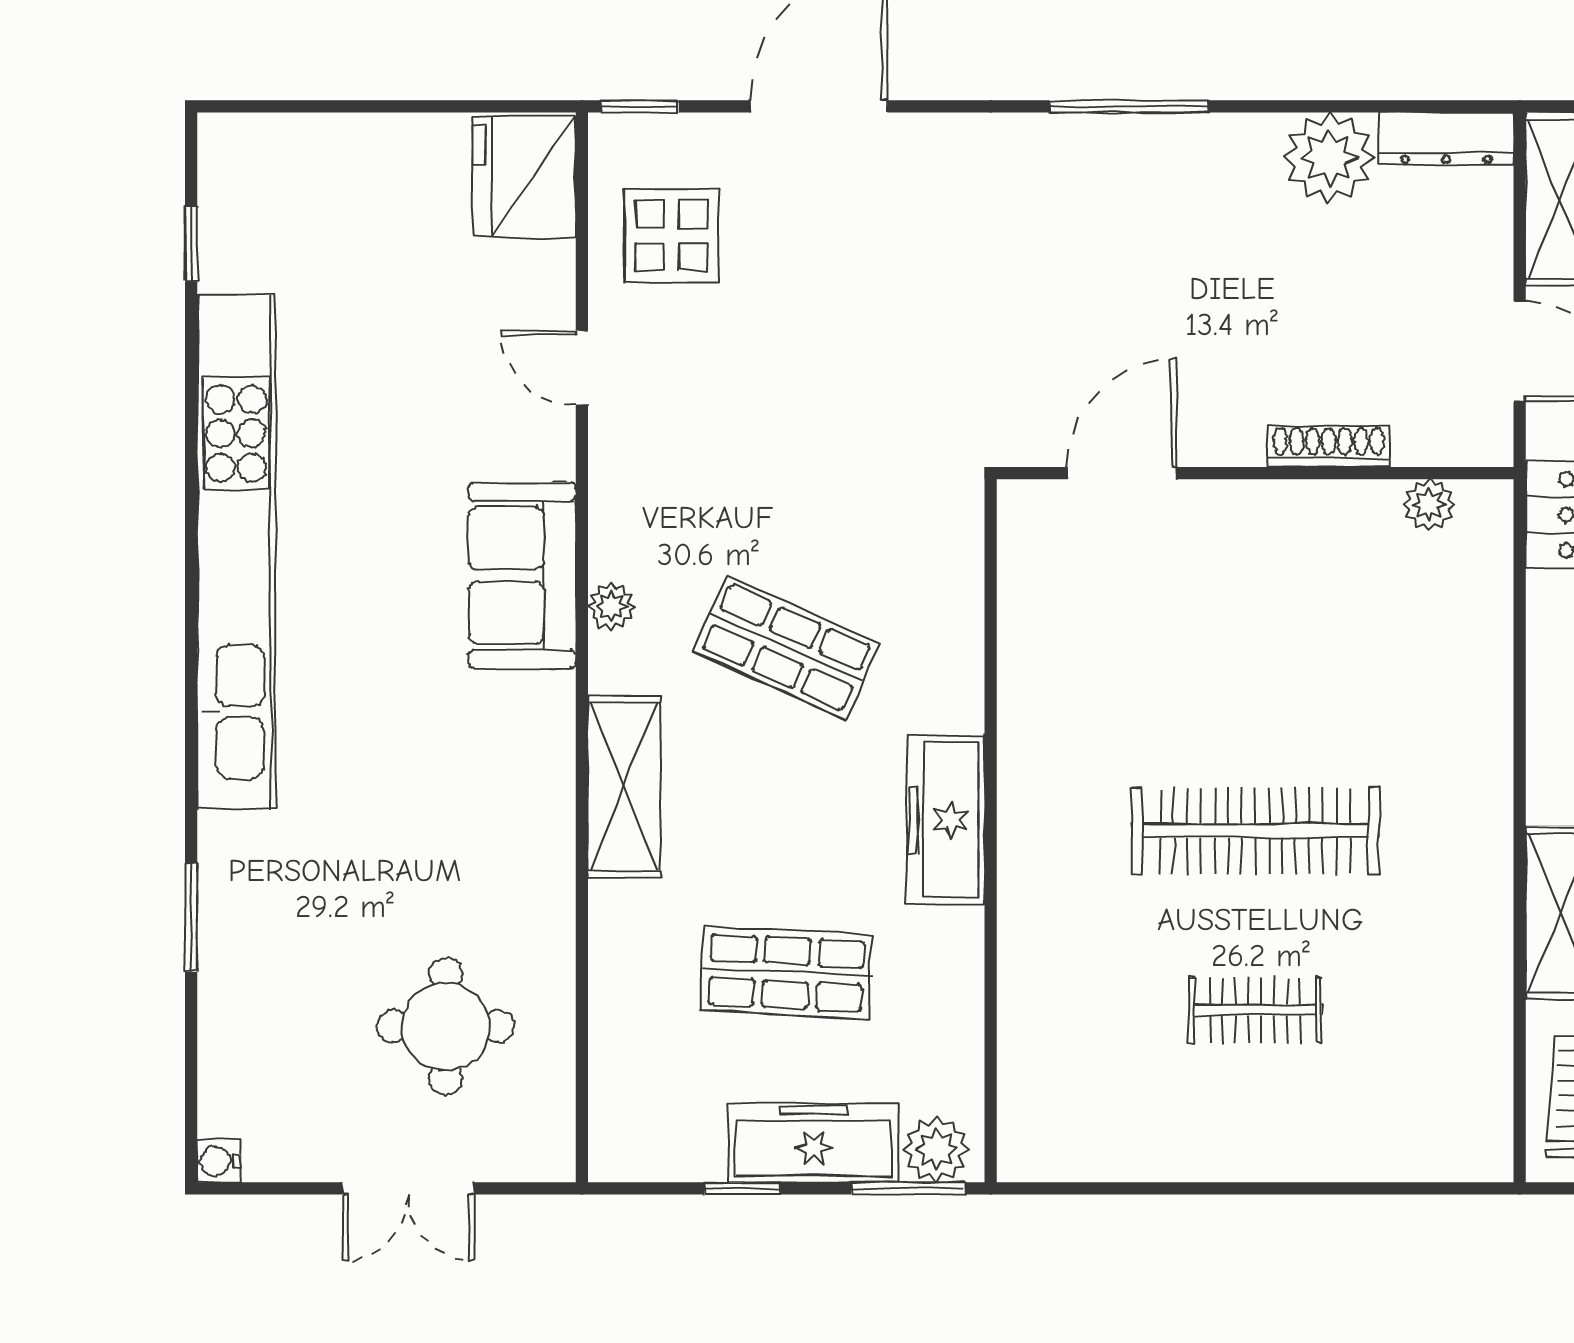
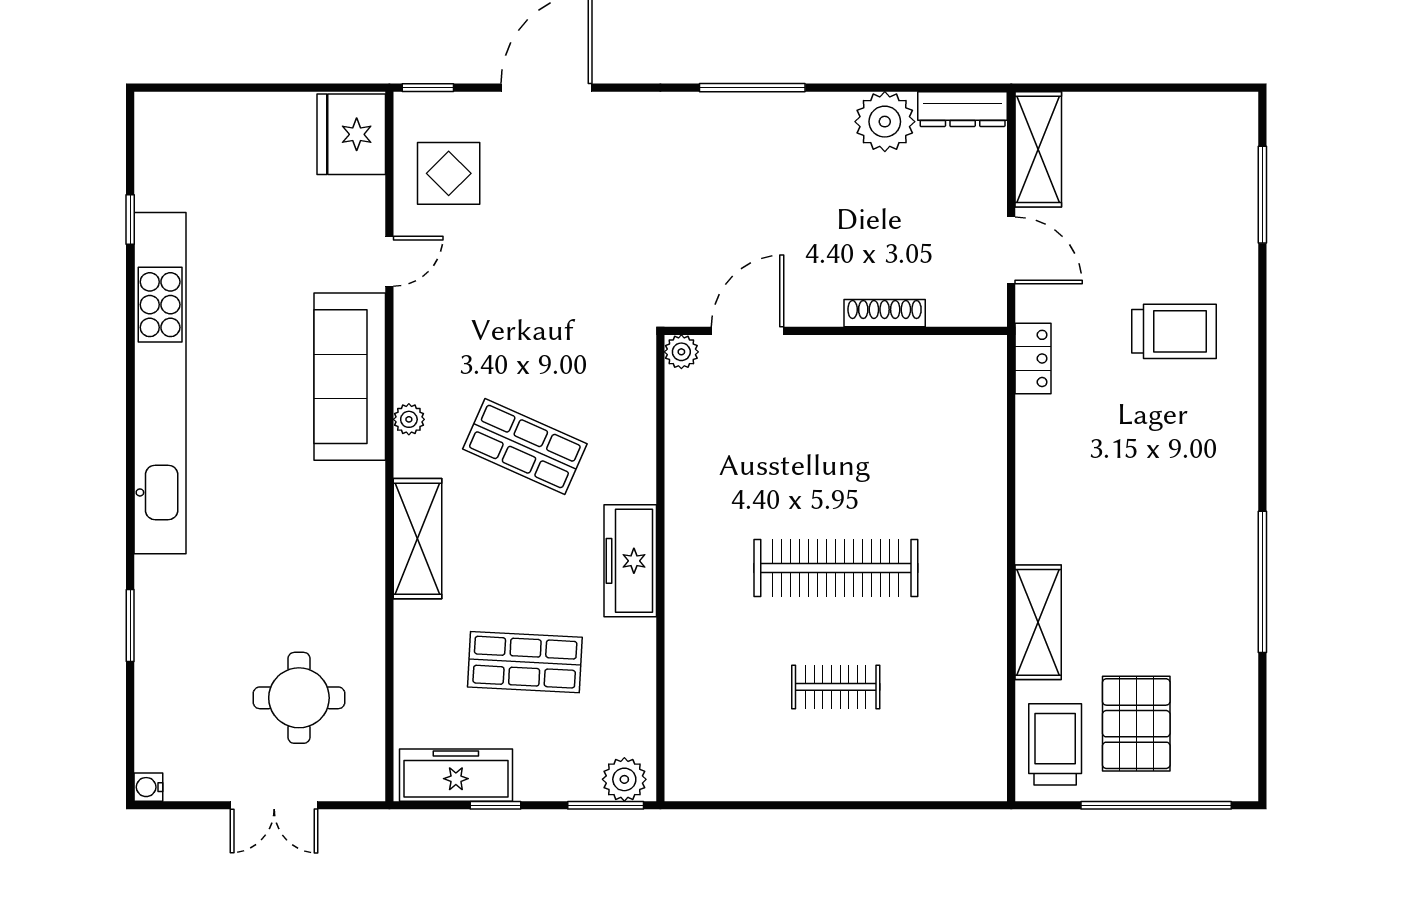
window: (191, 244) -> (130, 219), moved
door: (582, 368) -> (389, 261), swing flipped
plant: (1429, 505) -> (681, 352), moved
sofa: (522, 575) -> (350, 377), width x1.36
freezer: (813, 1143) -> (456, 775), moved

